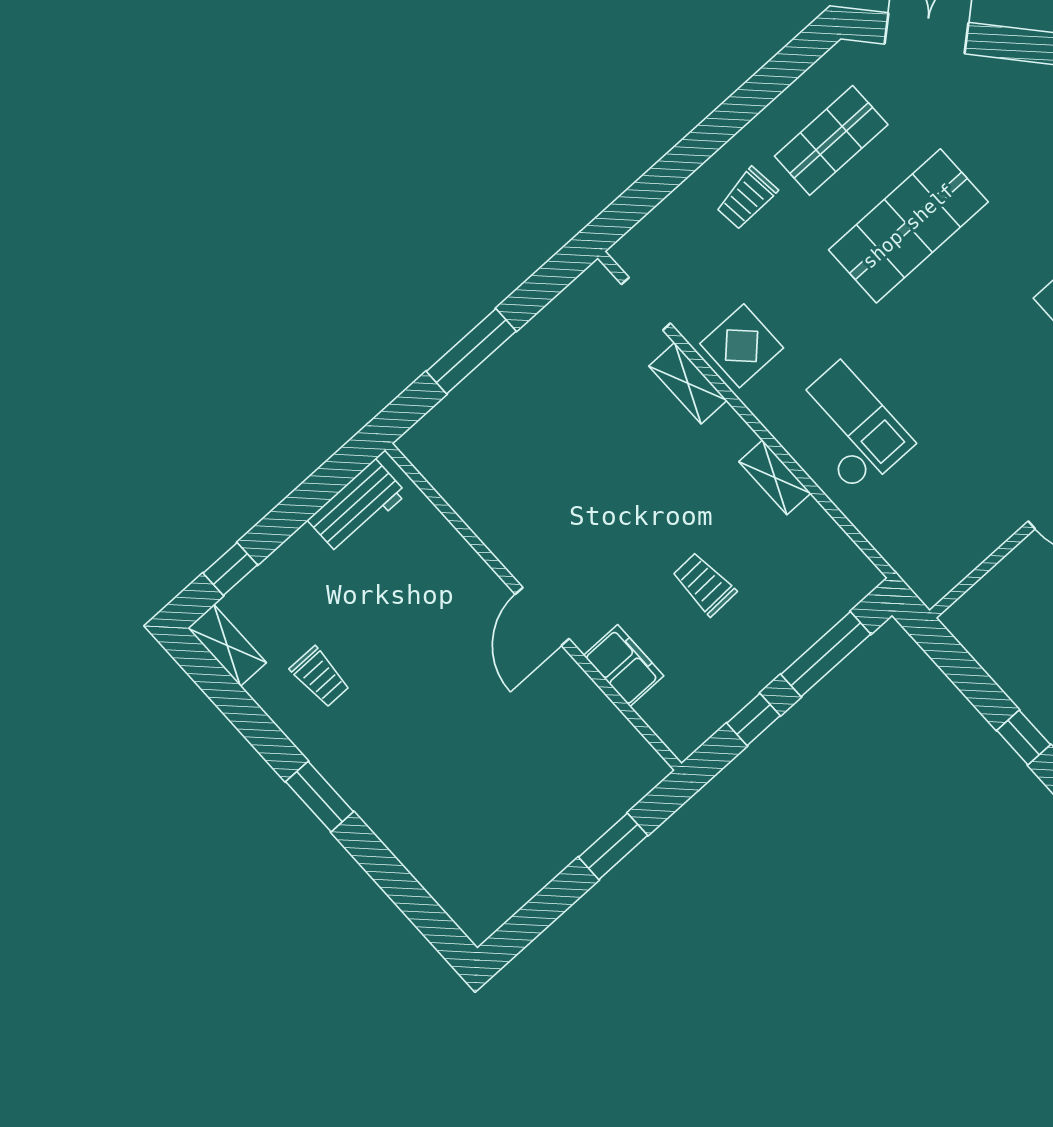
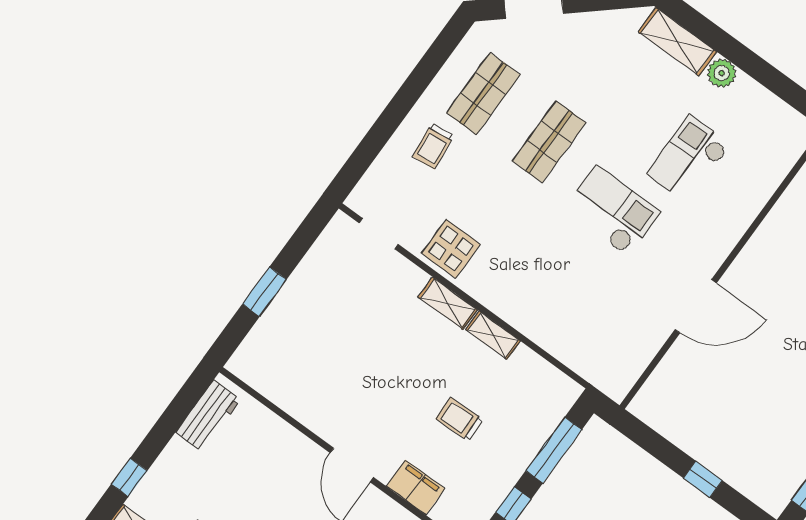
shop shelf: (908, 226) -> (549, 142), width x0.70, depth x0.74
window: (471, 351) -> (265, 292), width x0.69
shelving: (688, 383) -> (448, 303), moved
checkout: (849, 428) -> (612, 211), moved

